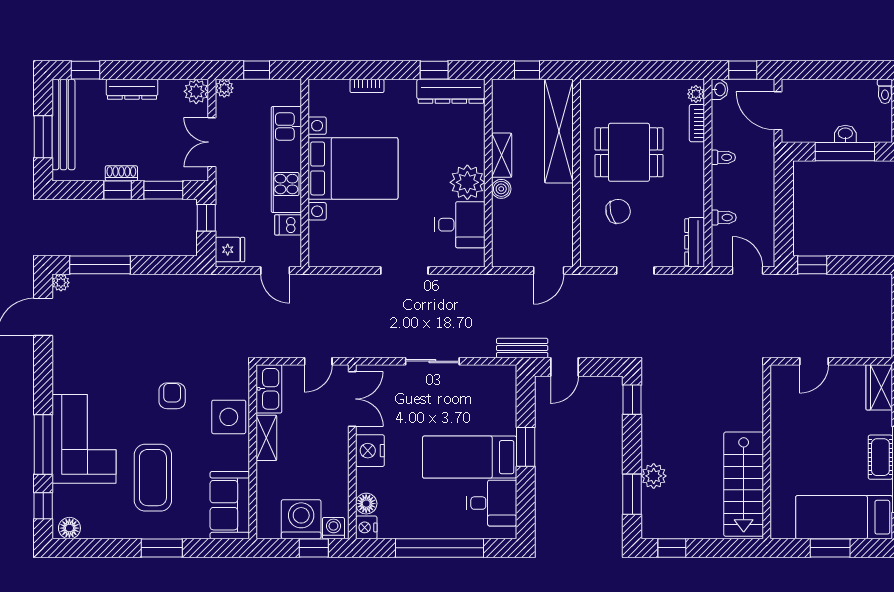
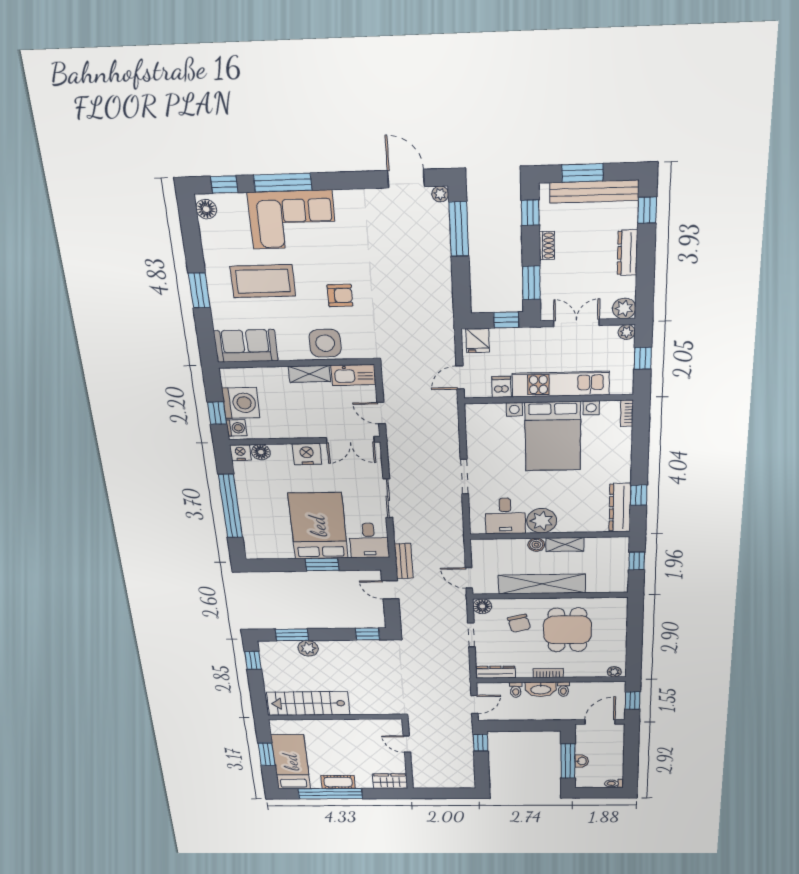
bookcase: (367, 86) -> (627, 413), moved
washbasin: (719, 89) -> (541, 689), moved, width x1.91, depth x1.45
bookcase: (697, 123) -> (548, 673), moved
shelving: (559, 131) -> (542, 584), moved
window: (118, 190) -> (530, 213), moved
floor lamp: (591, 256) -> (482, 606), added
bed: (470, 457) -> (318, 526), width x1.50
desk: (492, 503) -> (369, 541), moved

